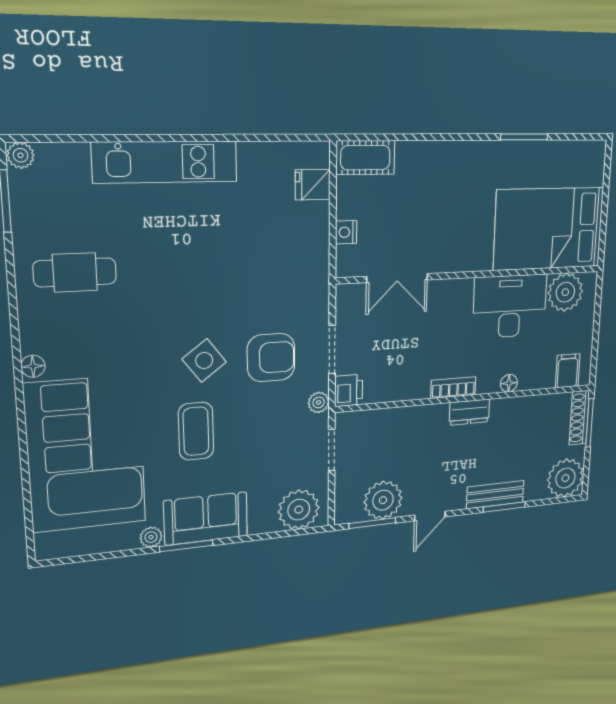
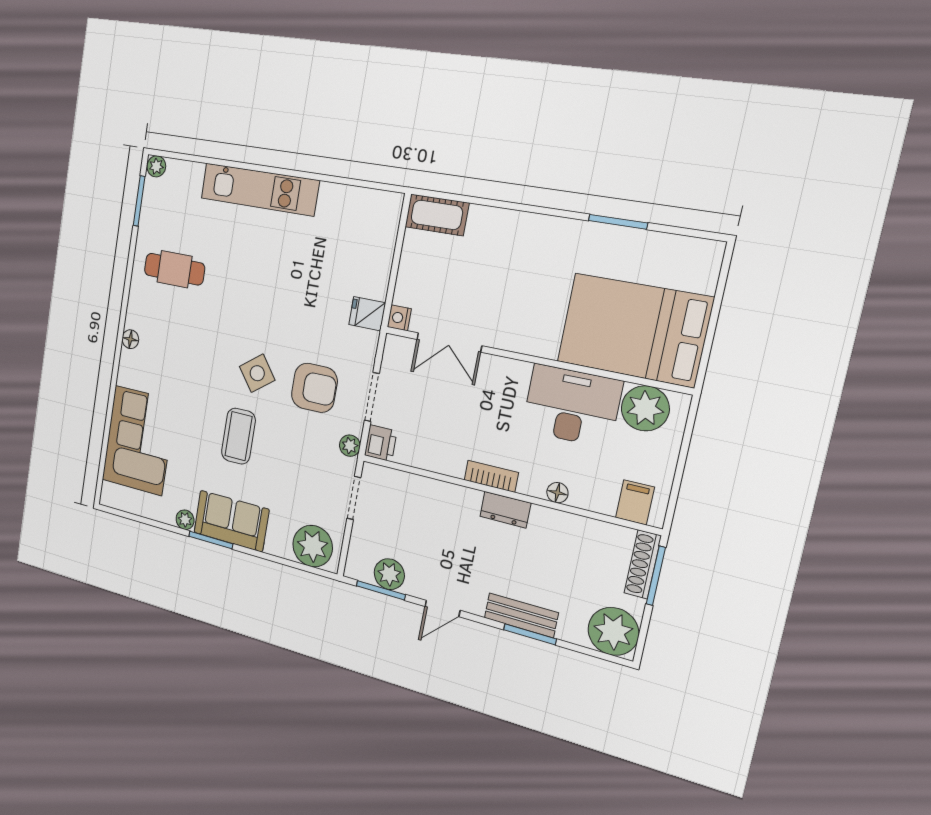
fridge: (313, 185) -> (367, 314), moved
nightstand: (346, 232) -> (399, 318), moved
corner sofa: (86, 454) -> (138, 440), width x0.73, depth x0.74
plant: (383, 500) -> (389, 574), width x0.73, depth x0.73

